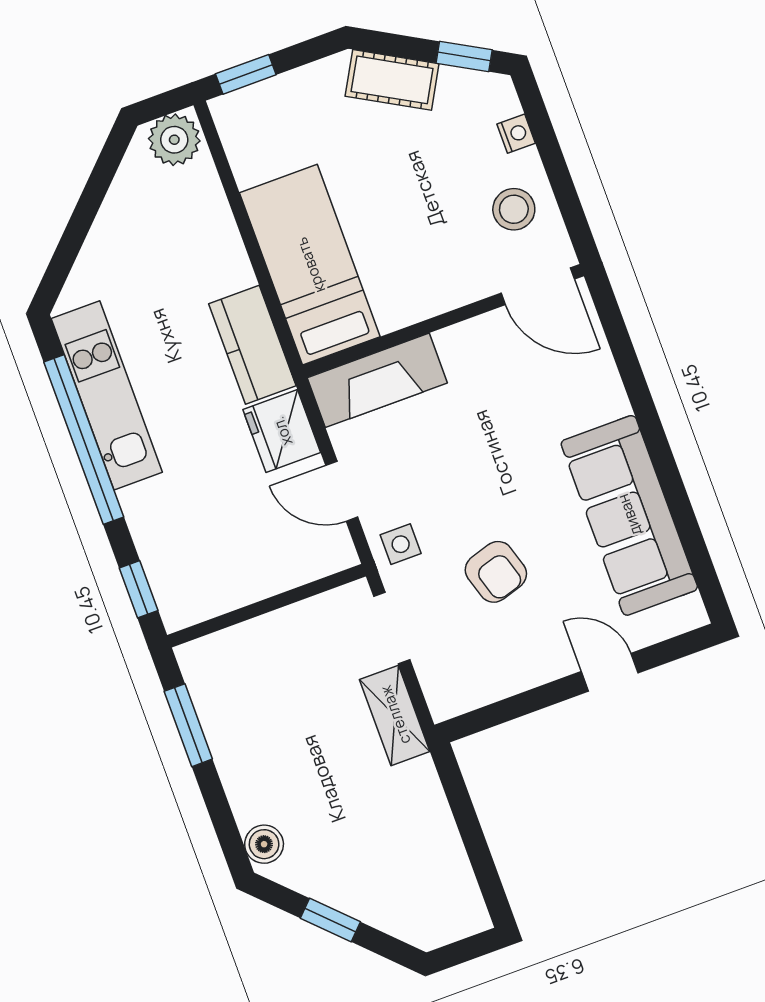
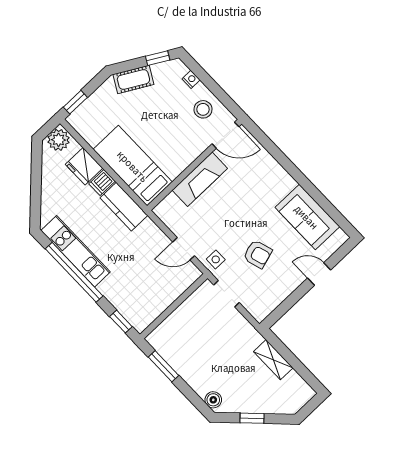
dishwasher: (228, 272) -> (102, 182), added
fireplace: (377, 380) -> (200, 179), moved
fridge: (282, 431) -> (84, 166), moved
sofa: (629, 515) -> (307, 217), width x0.73
shelving: (395, 715) -> (273, 360), moved

